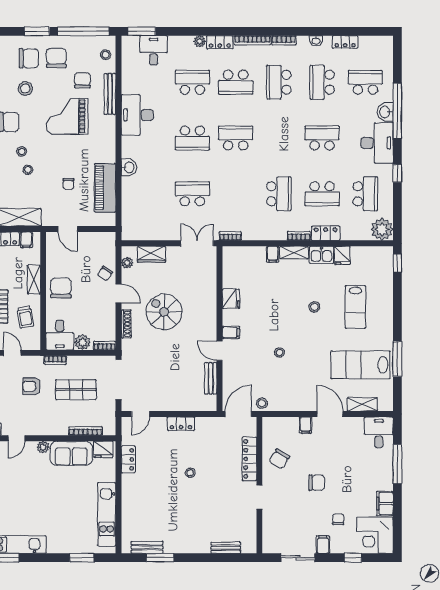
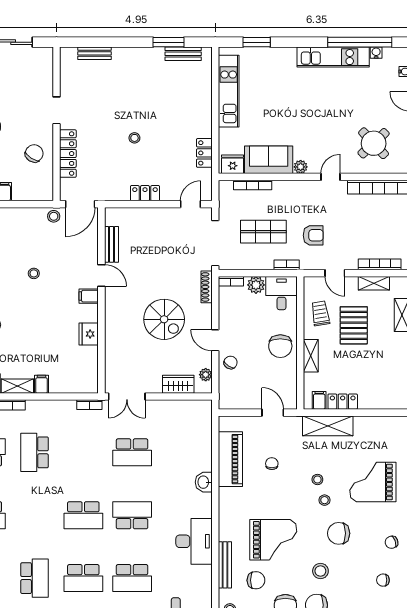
chair: (82, 80) -> (256, 580), turned -90
school desk: (236, 82) -> (83, 578), turned 180
shoe rack: (126, 324) -> (207, 287), moved

